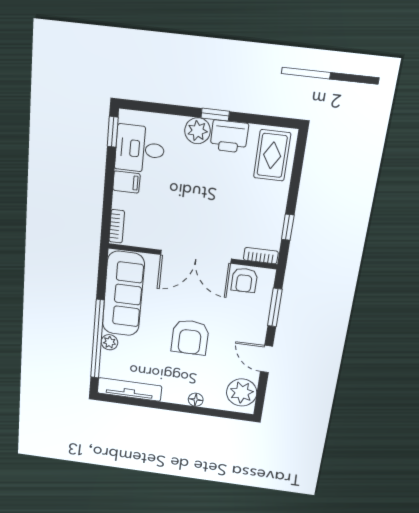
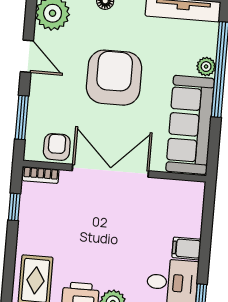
bookcase: (117, 226) -> (197, 201), removed
armchair: (190, 337) -> (114, 78), width x1.36, depth x1.36

